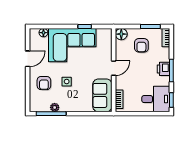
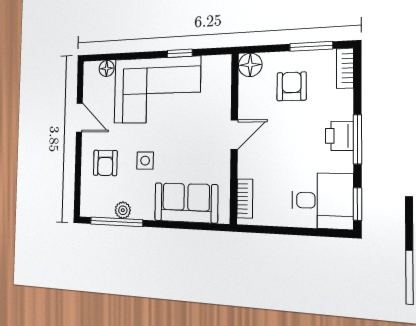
armchair: (141, 45) -> (292, 86), turned 180
door: (28, 59) -> (79, 118), hinge flipped
sofa: (102, 95) -> (186, 203), moved, turned 90

